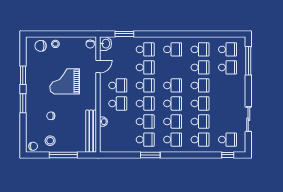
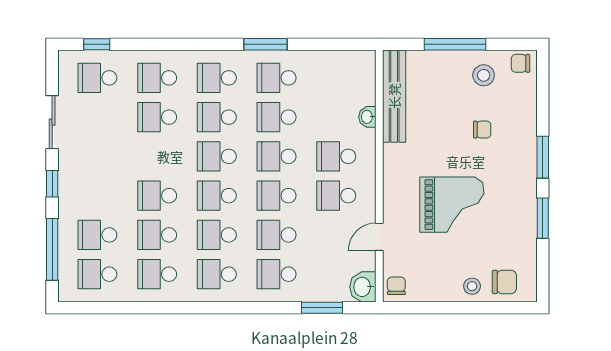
window: (248, 91) -> (52, 184), added
school desk: (200, 103) -> (217, 235), moved

